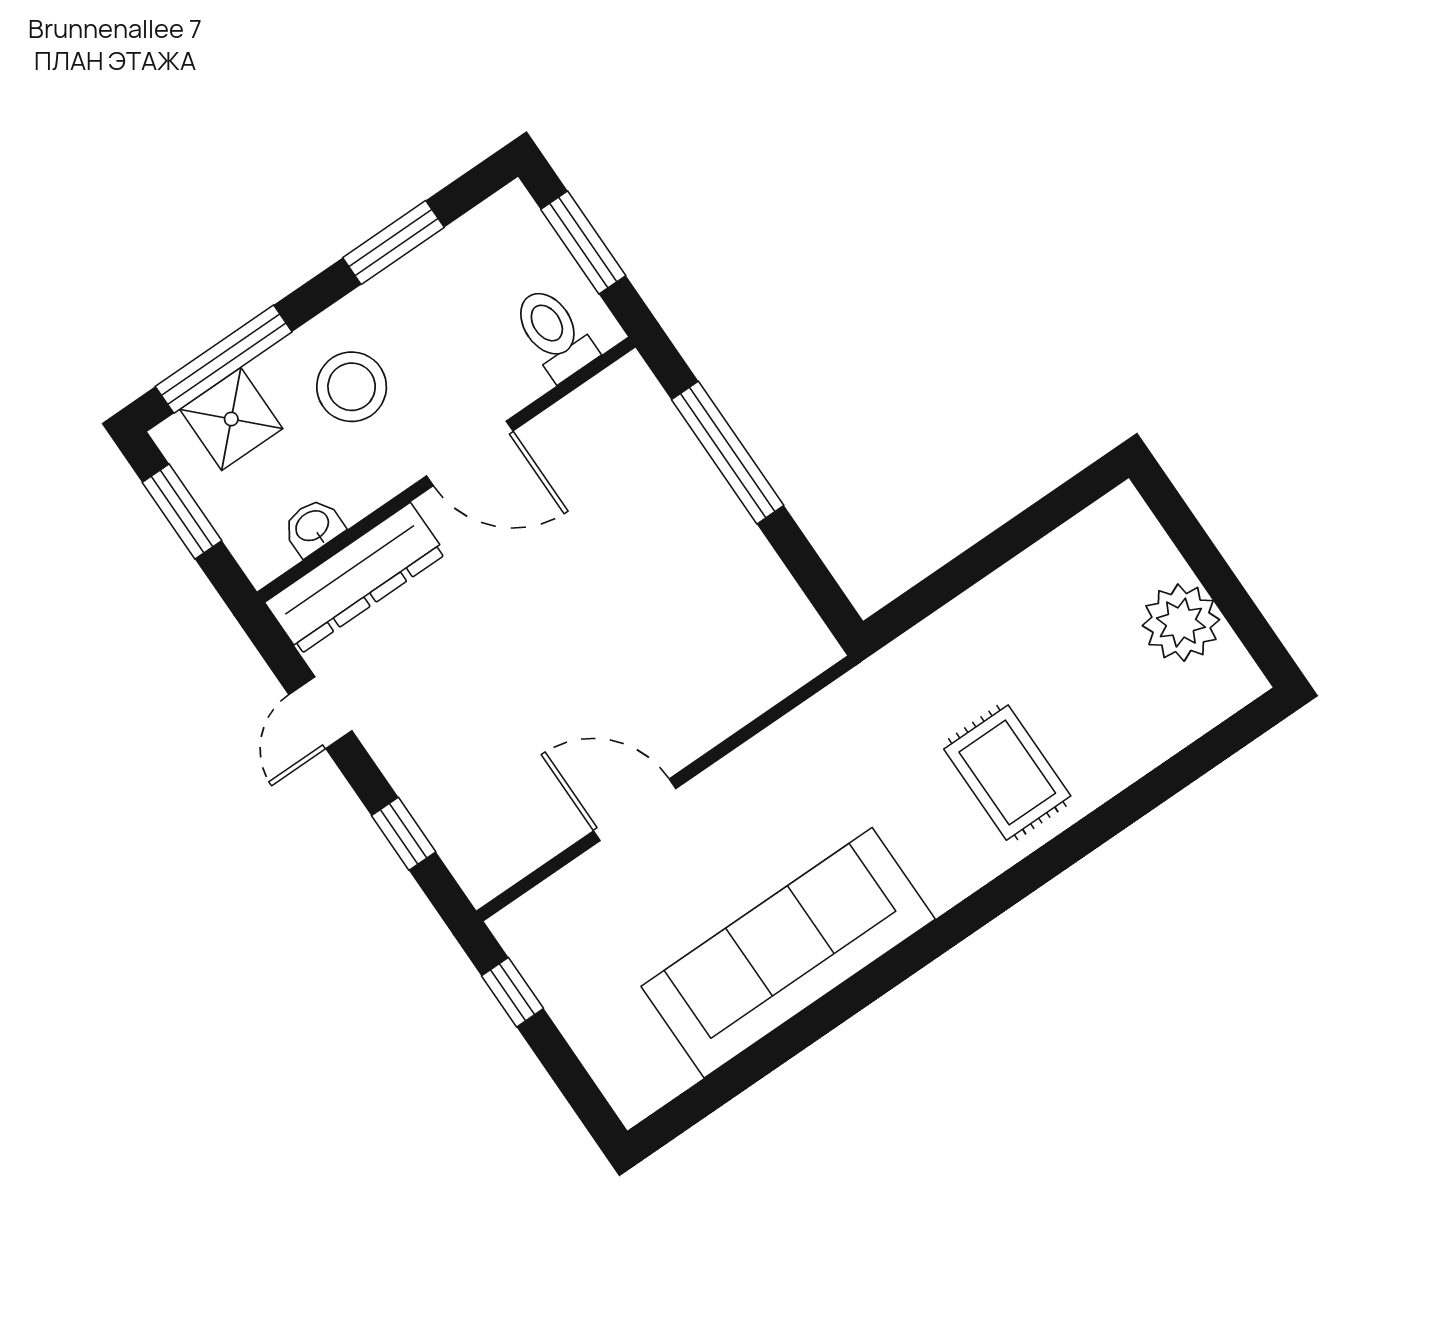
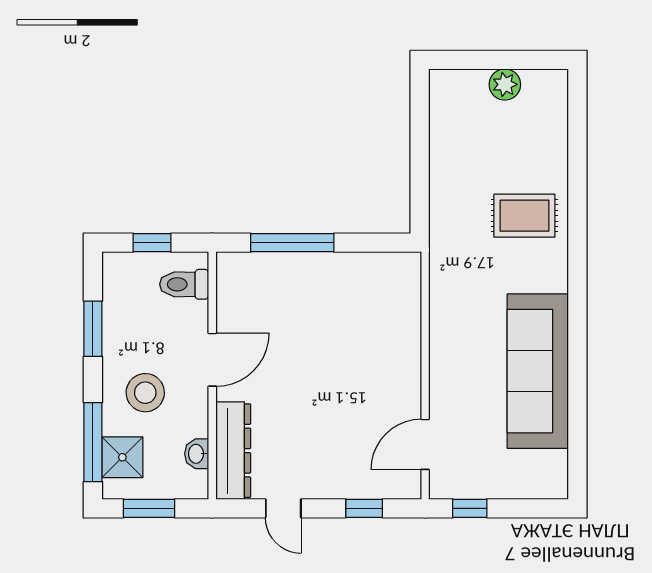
window: (583, 243) -> (152, 243), width x0.67
plant: (1181, 623) -> (505, 84), width x0.73, depth x0.73
door: (635, 810) -> (425, 444), moved

